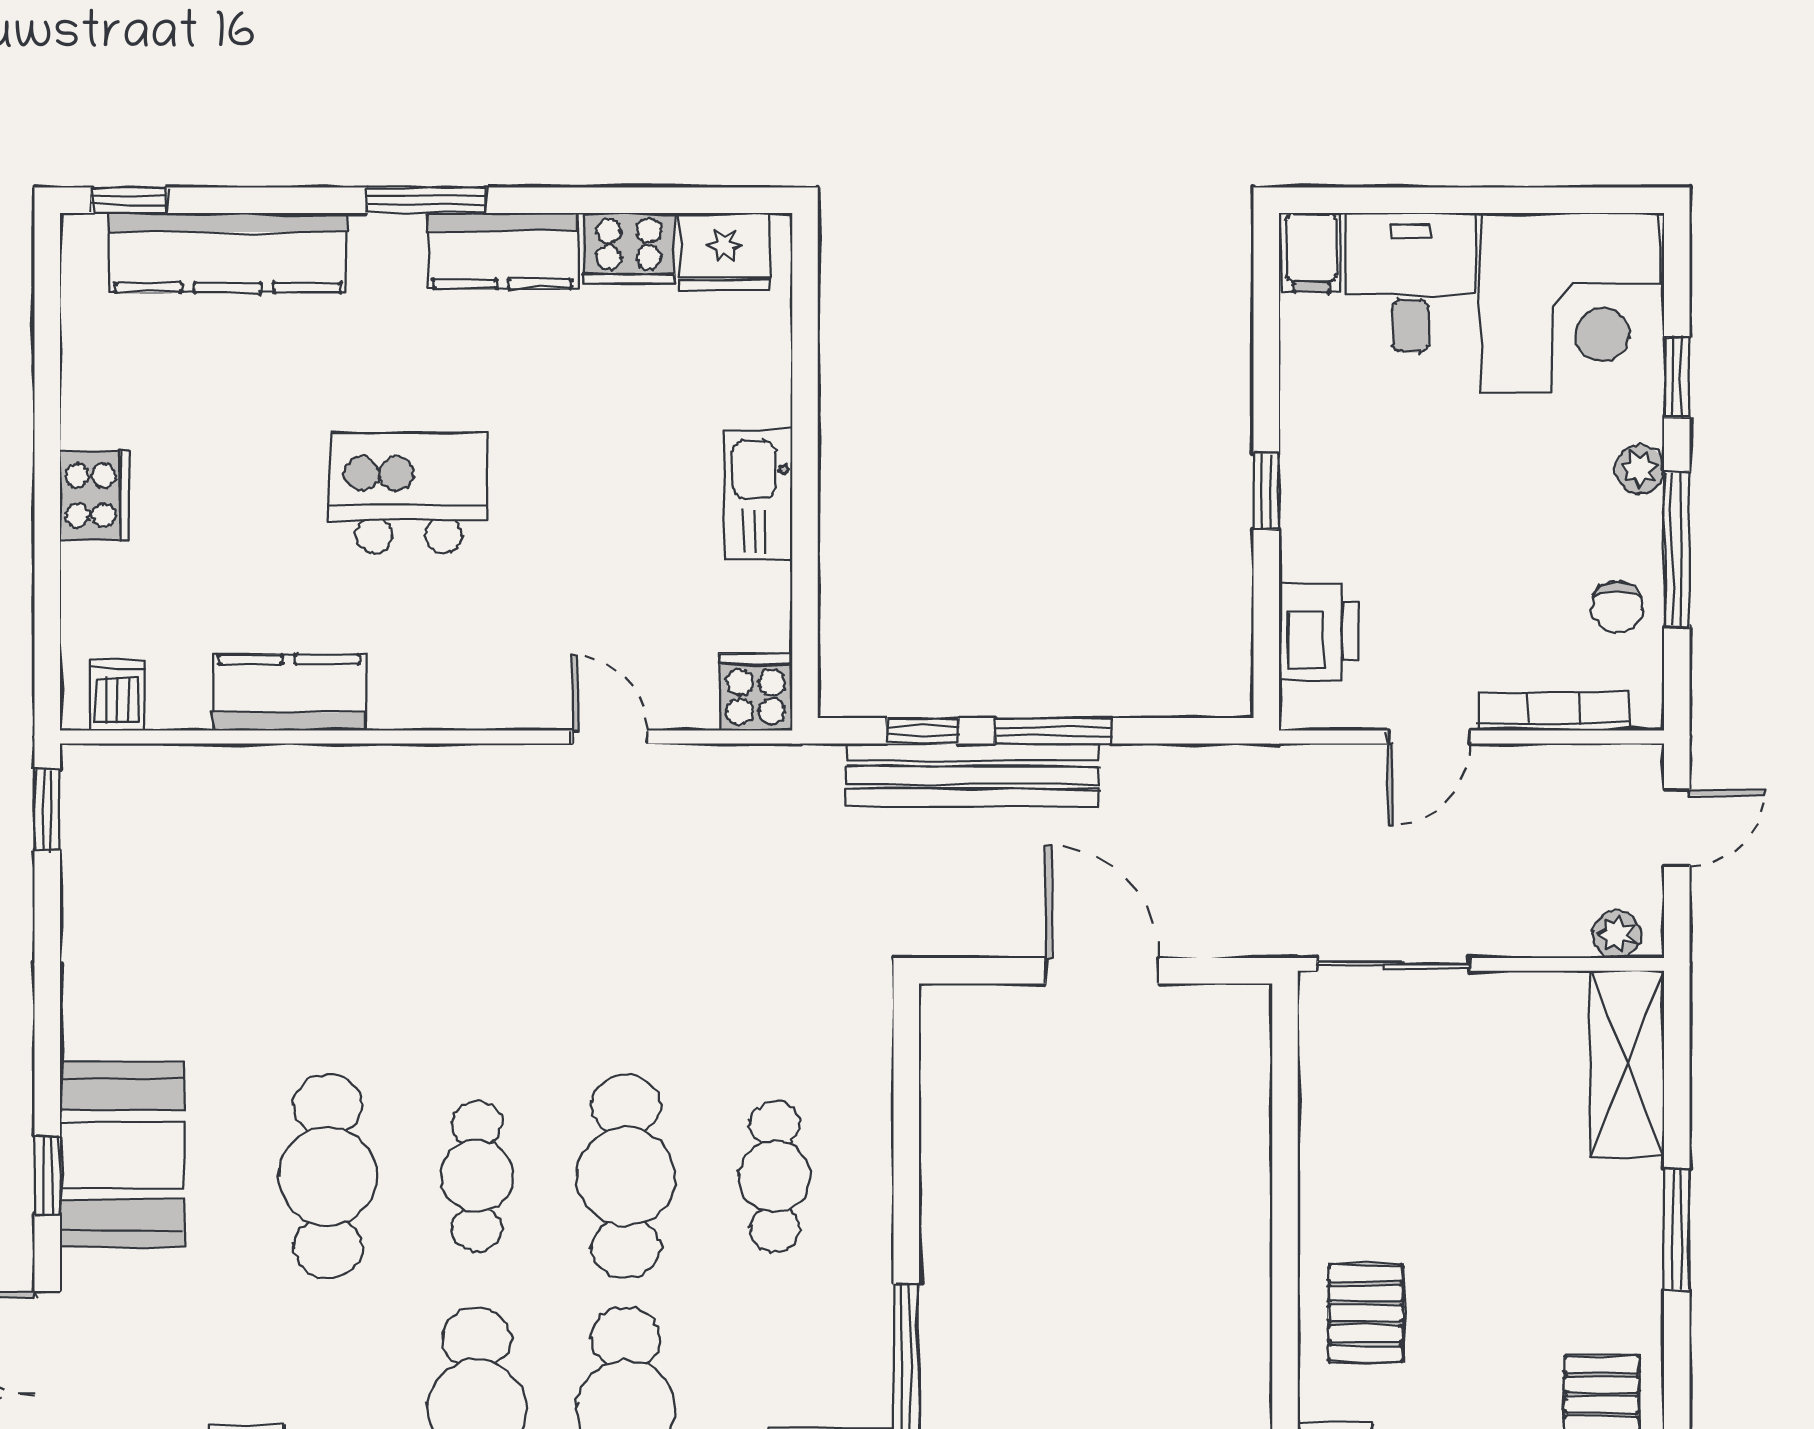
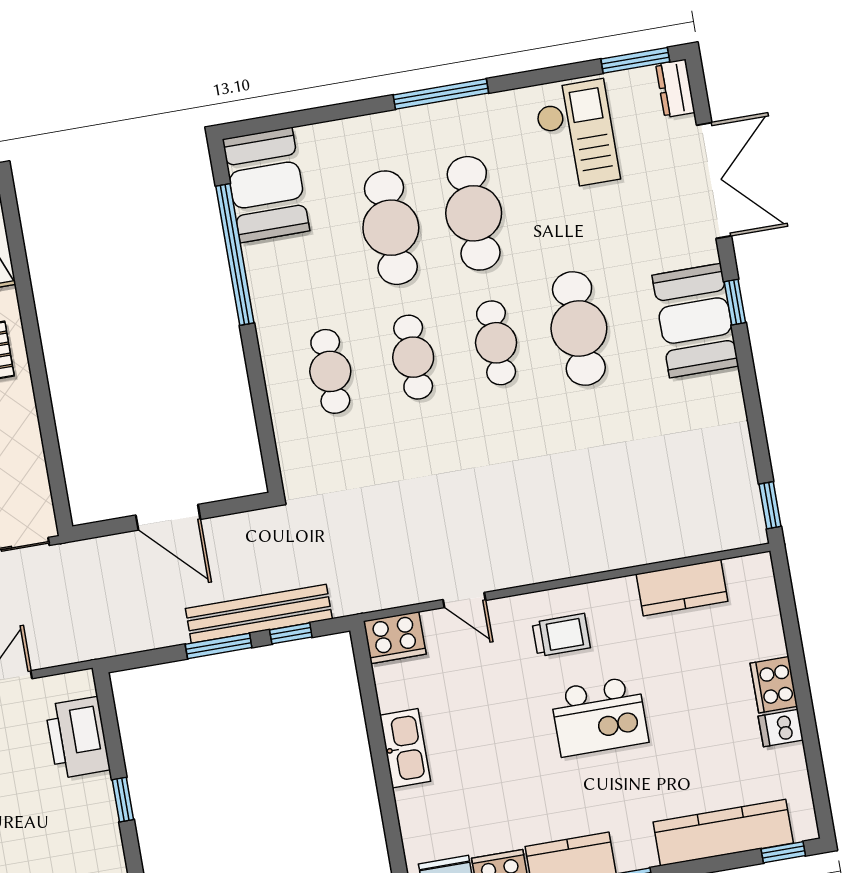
printer: (1319, 631) -> (78, 738), width x1.37, depth x1.19
trolley: (451, 646) -> (561, 635), added
cooker: (756, 692) -> (395, 638), width x1.36
kitchen counter: (289, 693) -> (682, 588), moved
dishwasher: (117, 695) -> (781, 728), moved, turned 90
cafe table: (626, 1176) -> (413, 357), width x0.73, depth x0.74

